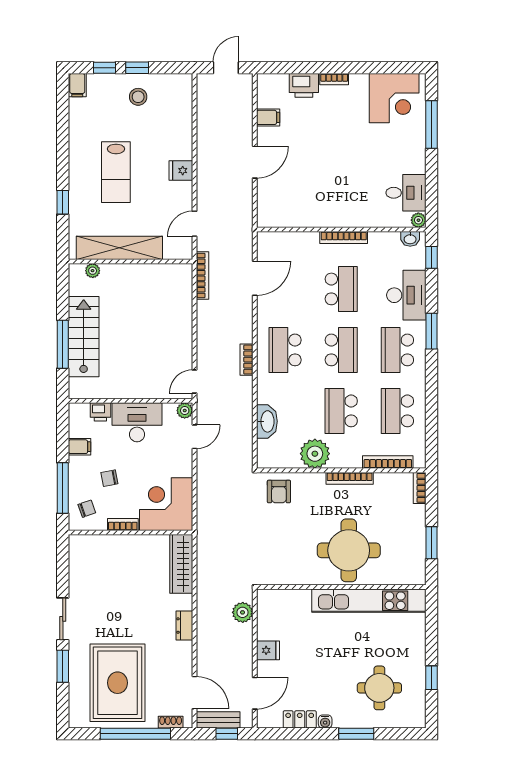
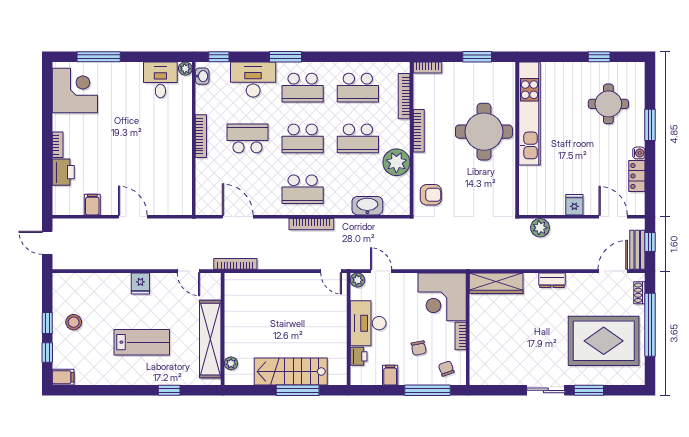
school desk: (341, 350) -> (303, 138), turned 180
bookcase: (246, 360) -> (311, 224), width x1.56

